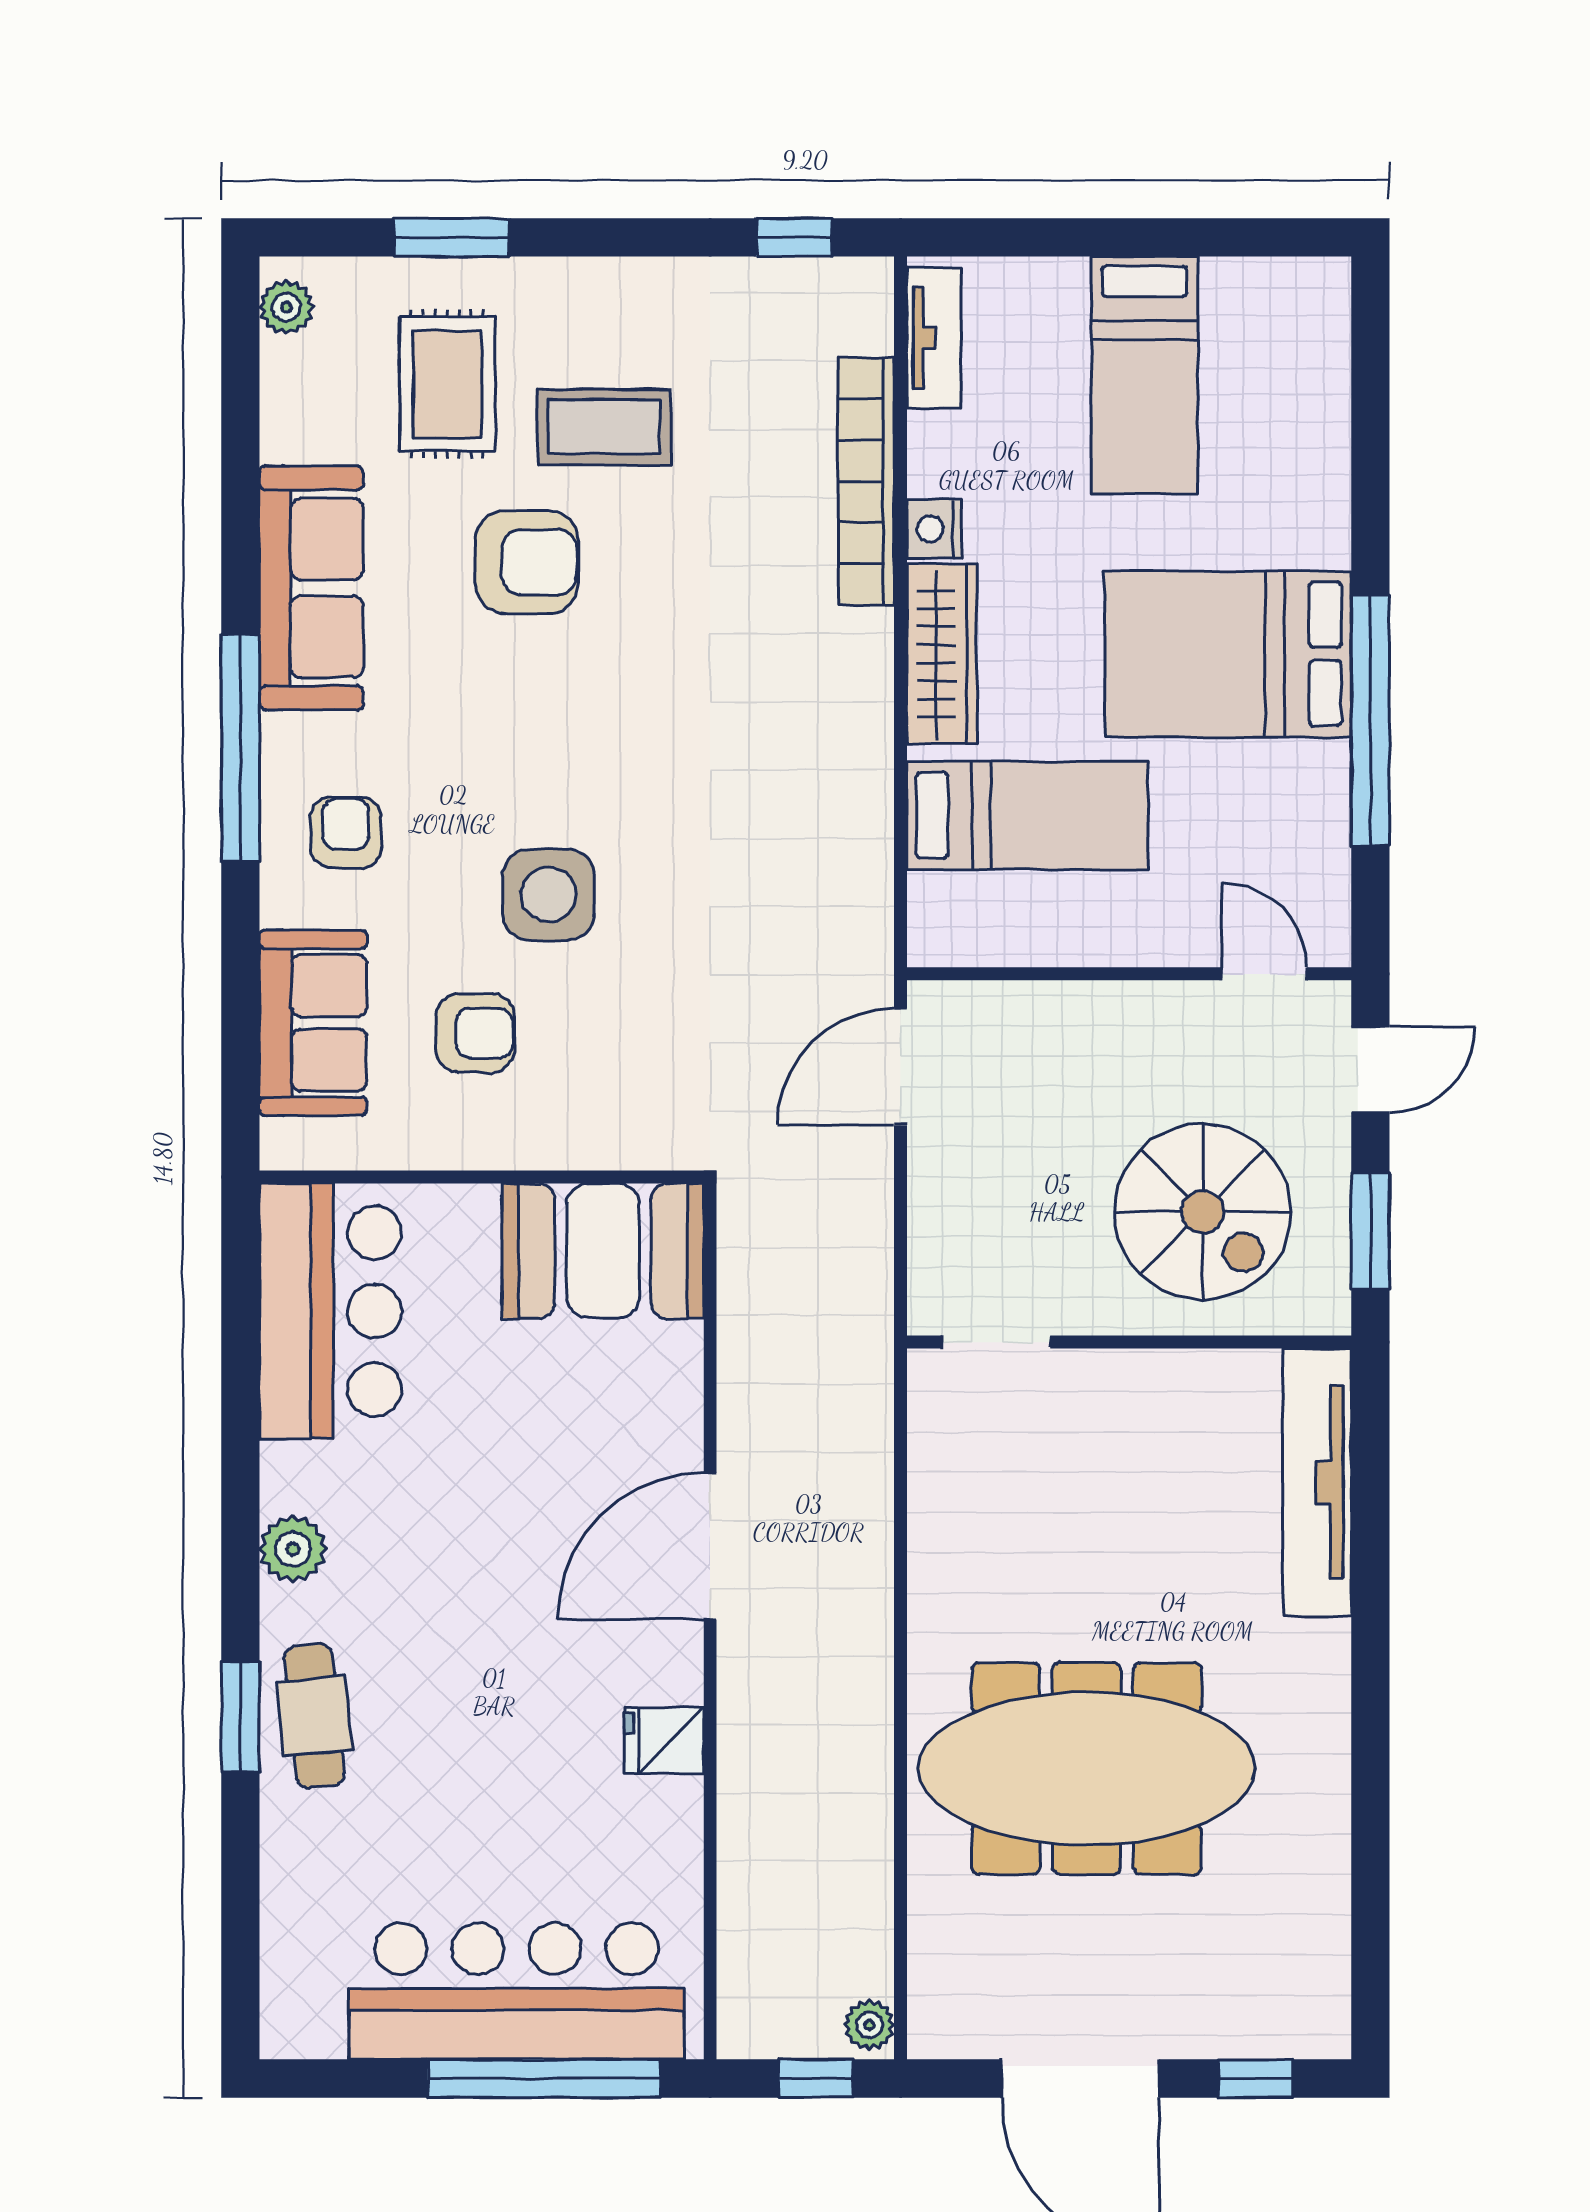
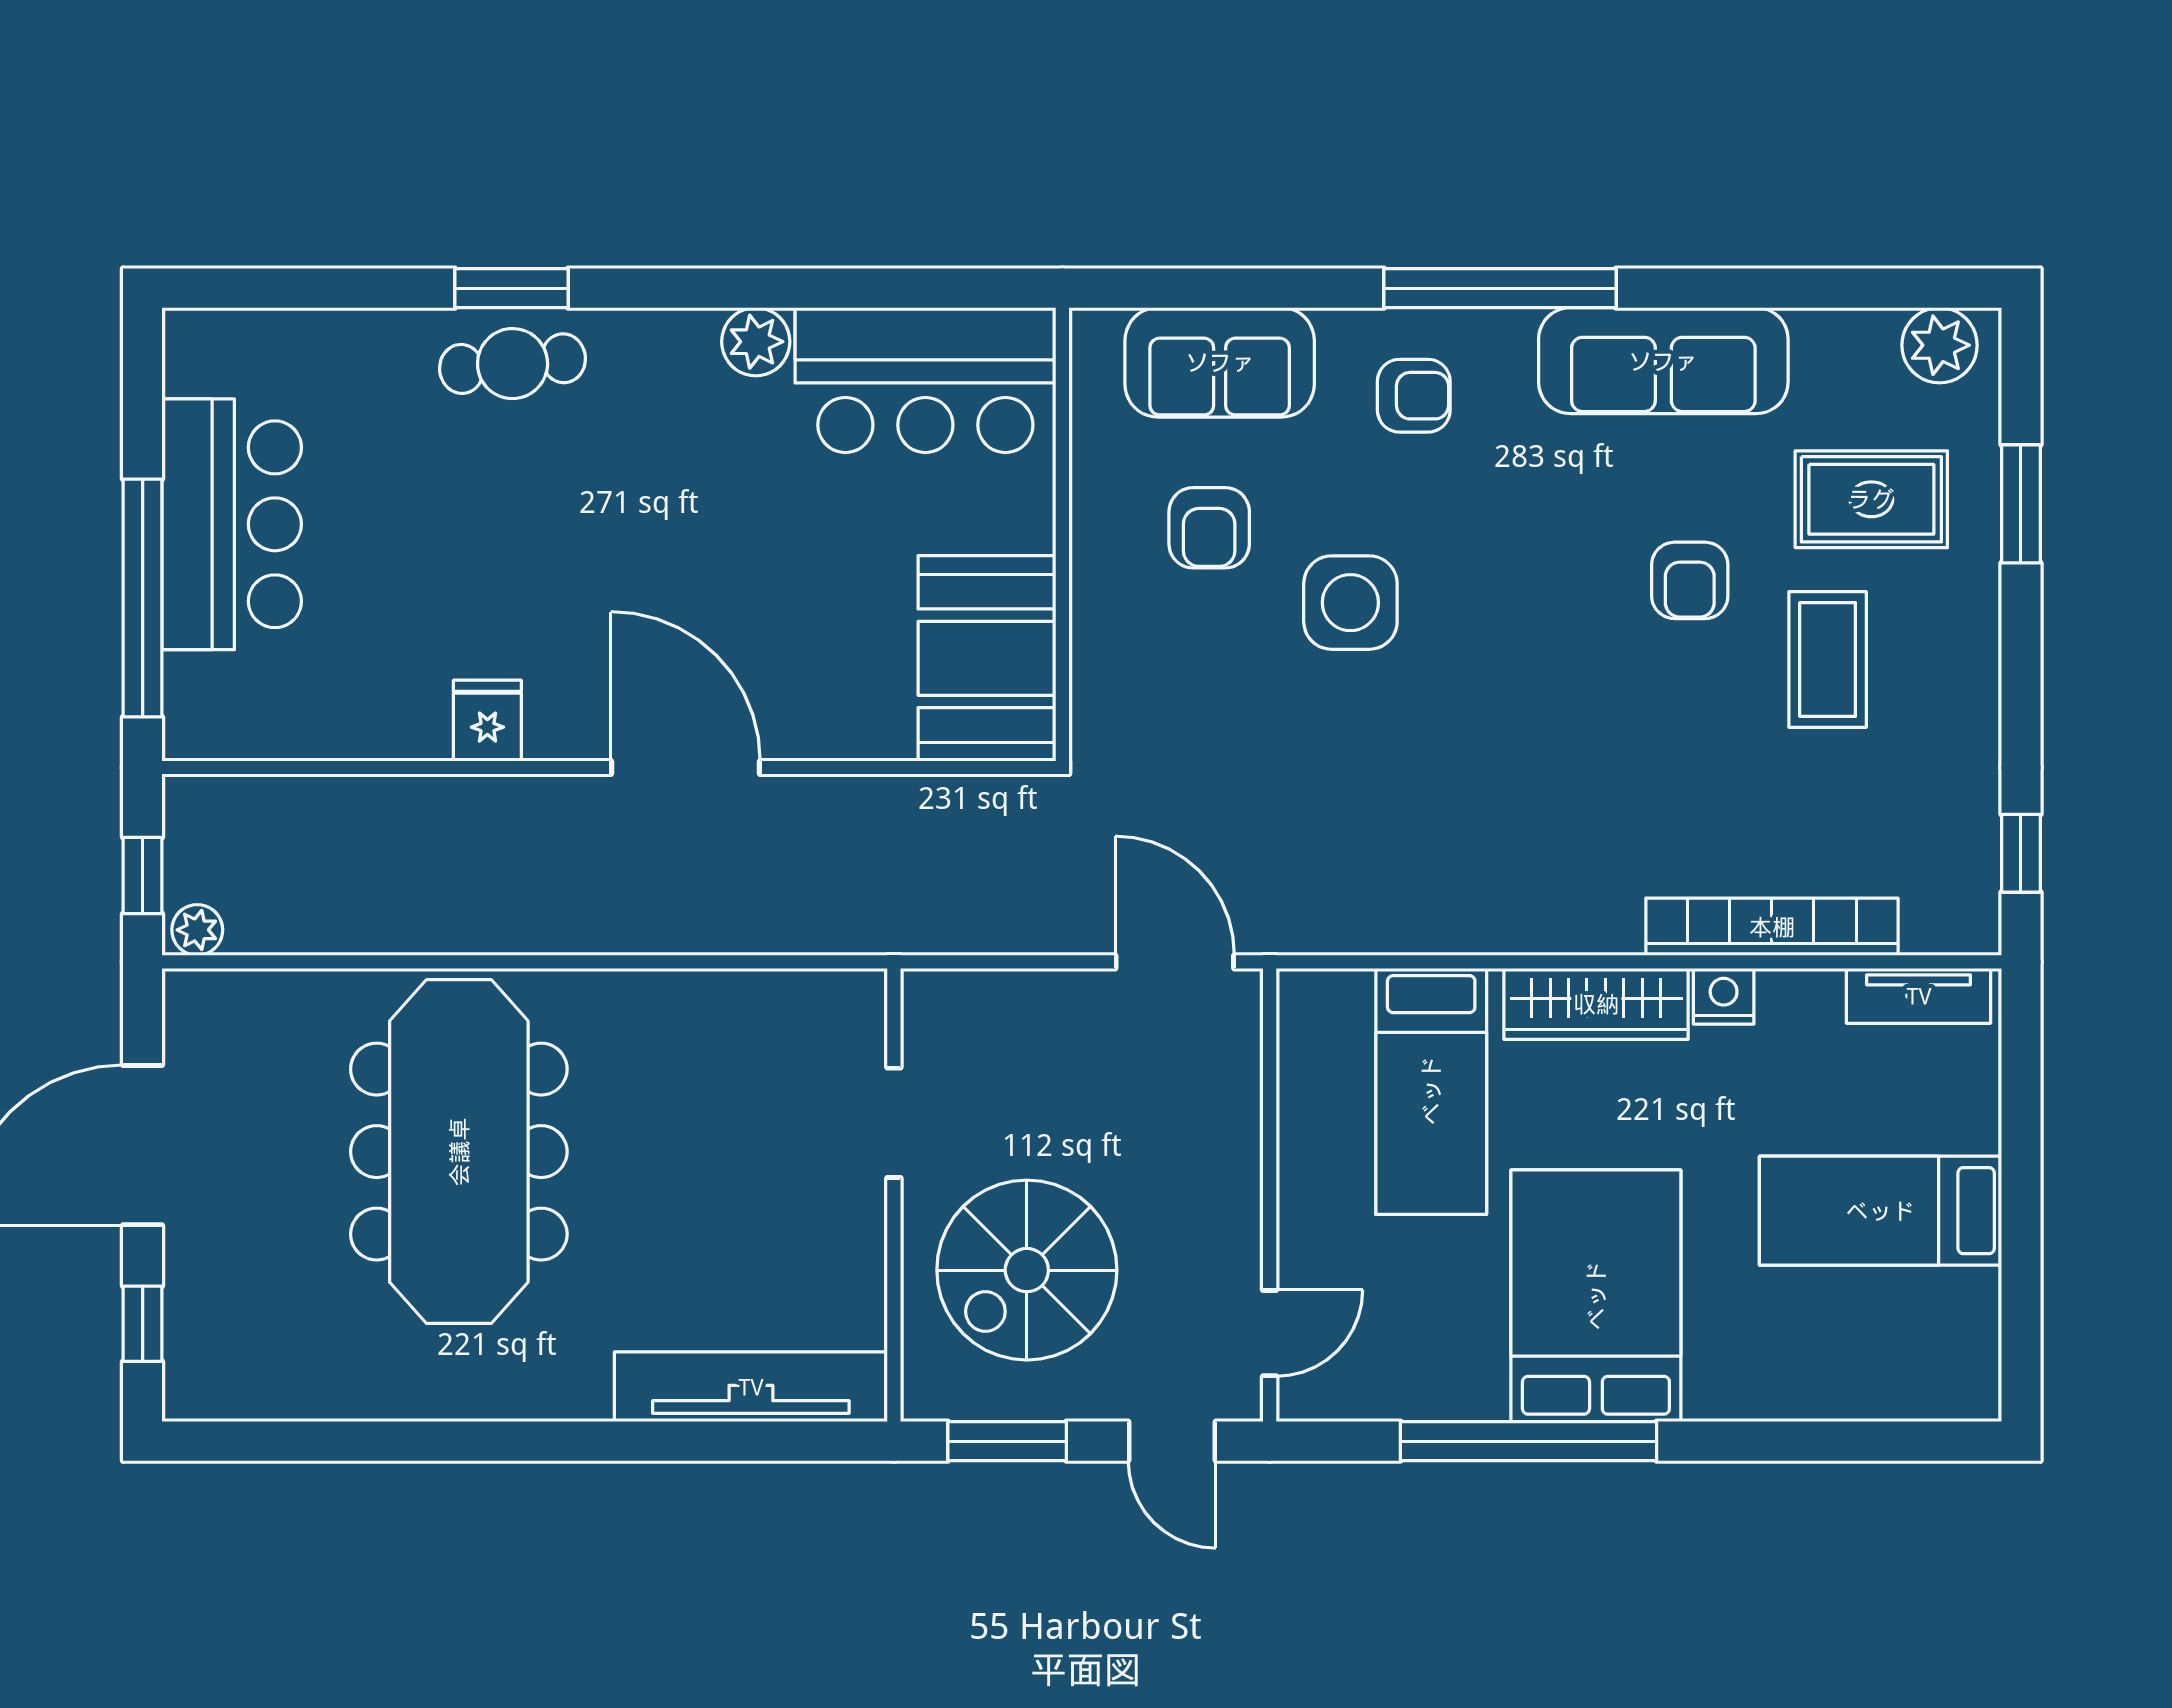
plant: (286, 307) -> (1939, 345), width x1.38, depth x1.38
armchair: (527, 562) -> (1690, 580), width x0.72, depth x0.72
doorway: (996, 1342) -> (894, 1123), moved
plant: (293, 1549) -> (756, 342), moved
bar counter: (516, 1991) -> (232, 524), width x0.73

